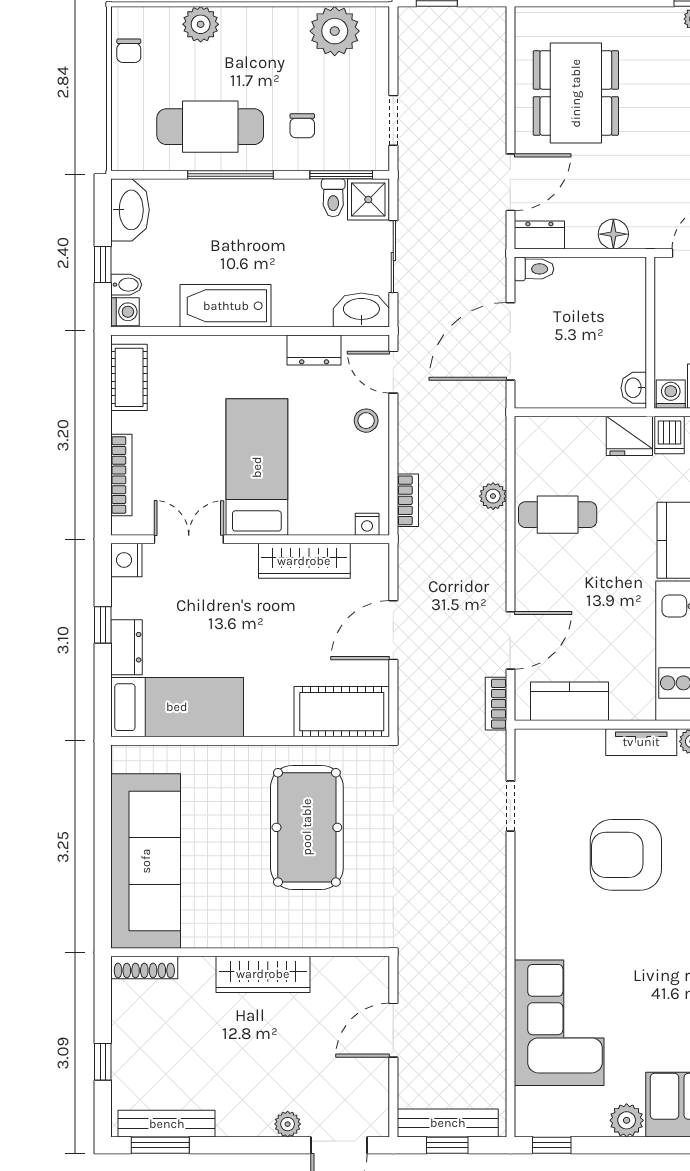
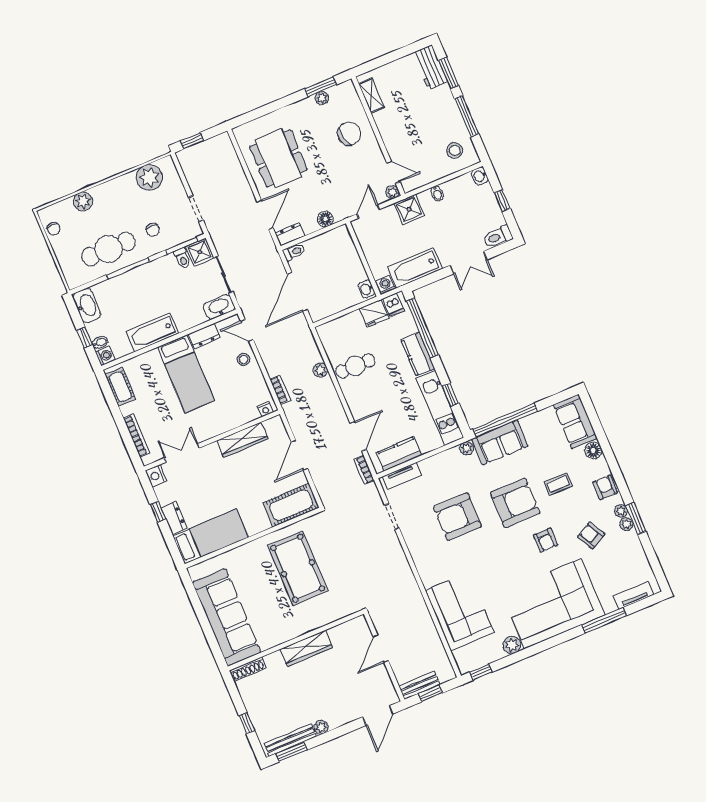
bed: (257, 467) -> (186, 374), moved, turned 180
tv unit: (641, 742) -> (402, 476), moved
bench: (448, 1123) -> (419, 685), width x0.73
plant: (288, 1124) -> (321, 727), moved

